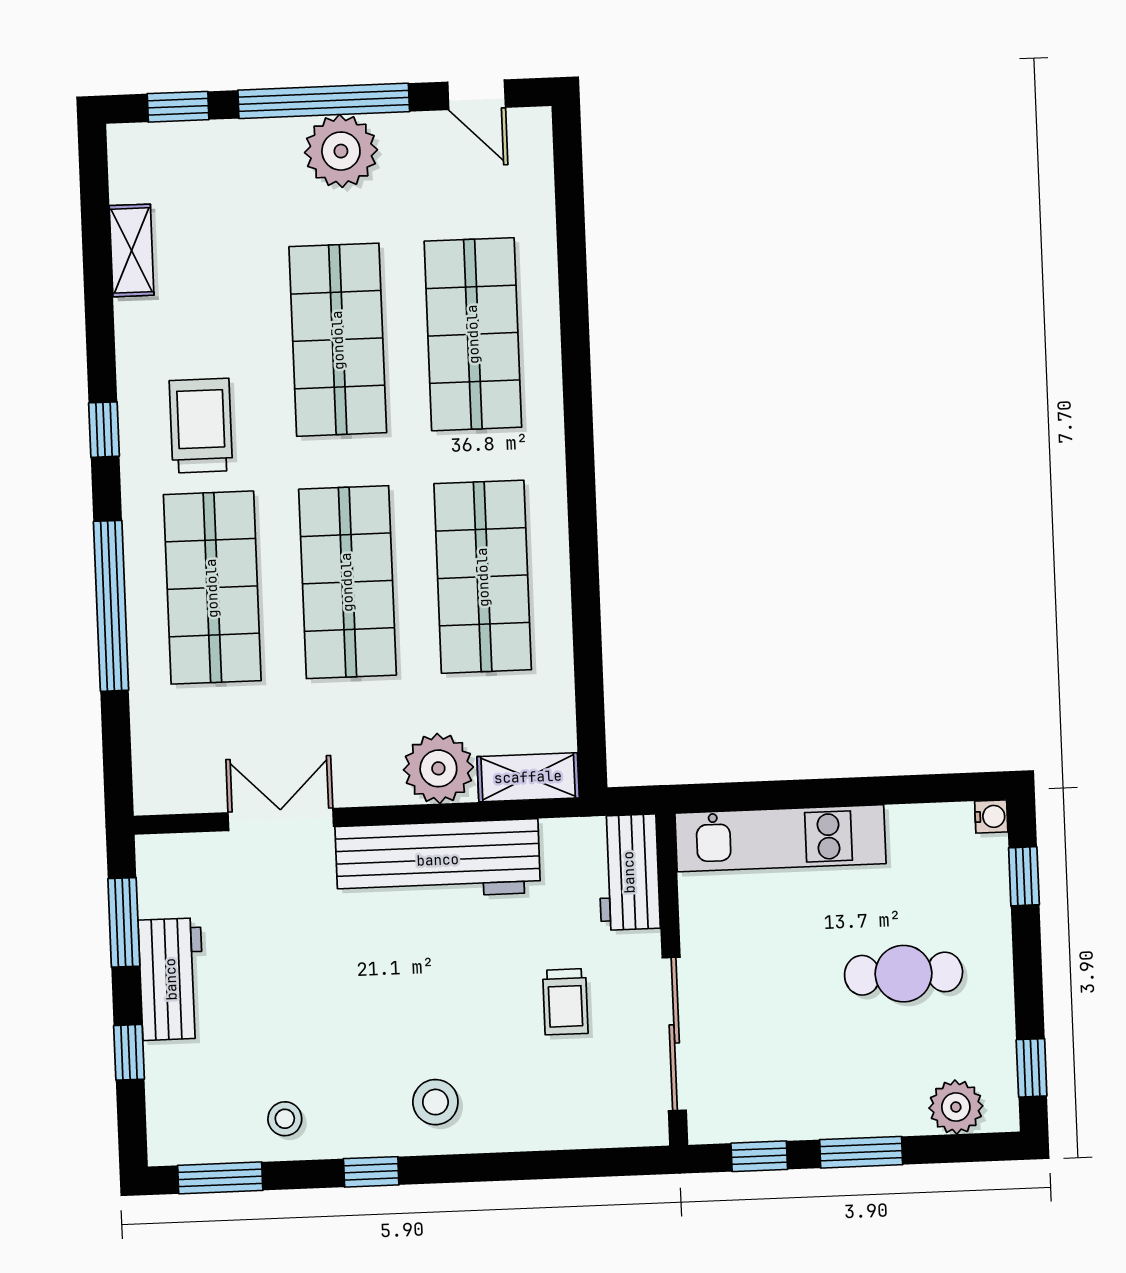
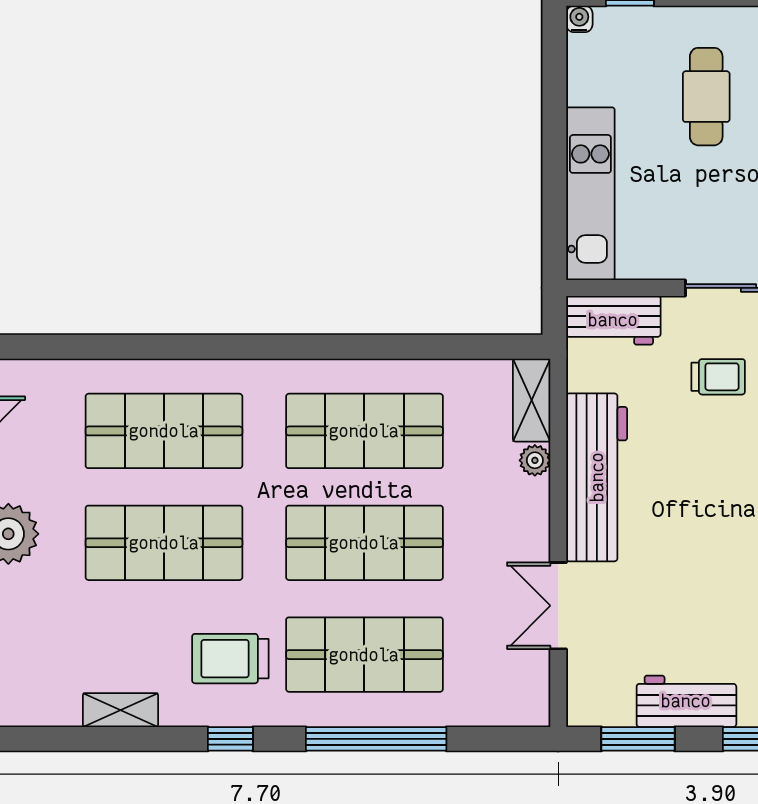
shelving: (132, 250) -> (120, 710), moved
plant: (438, 768) -> (535, 460), width x0.53, depth x0.53

